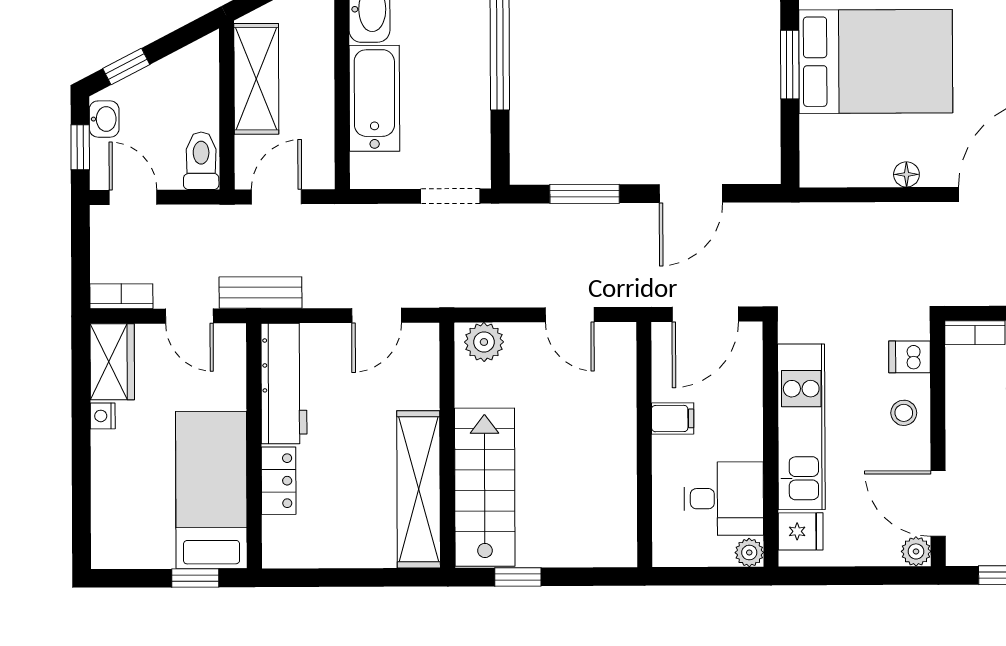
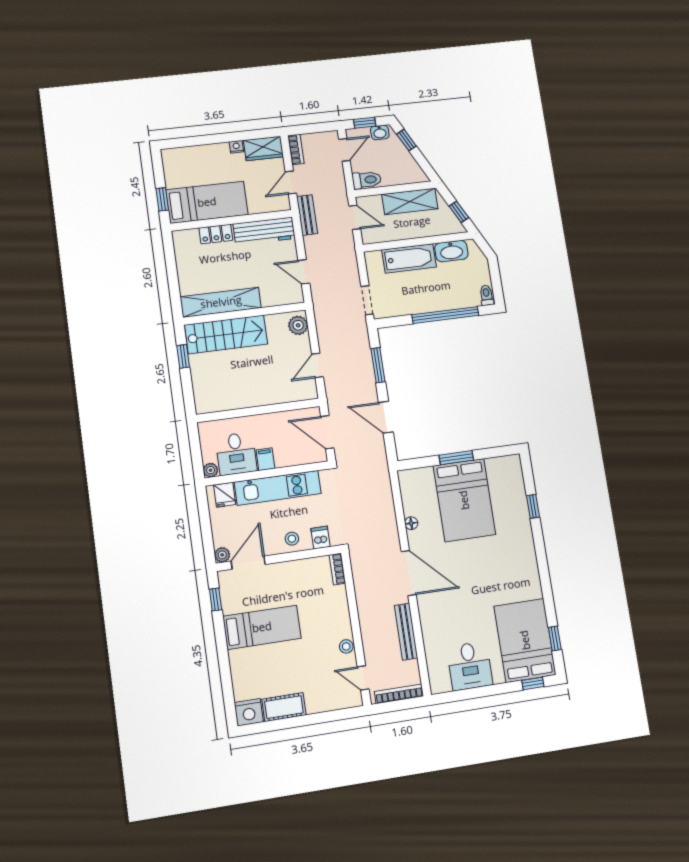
filing cabinet: (673, 419) -> (265, 459), moved, turned 180

